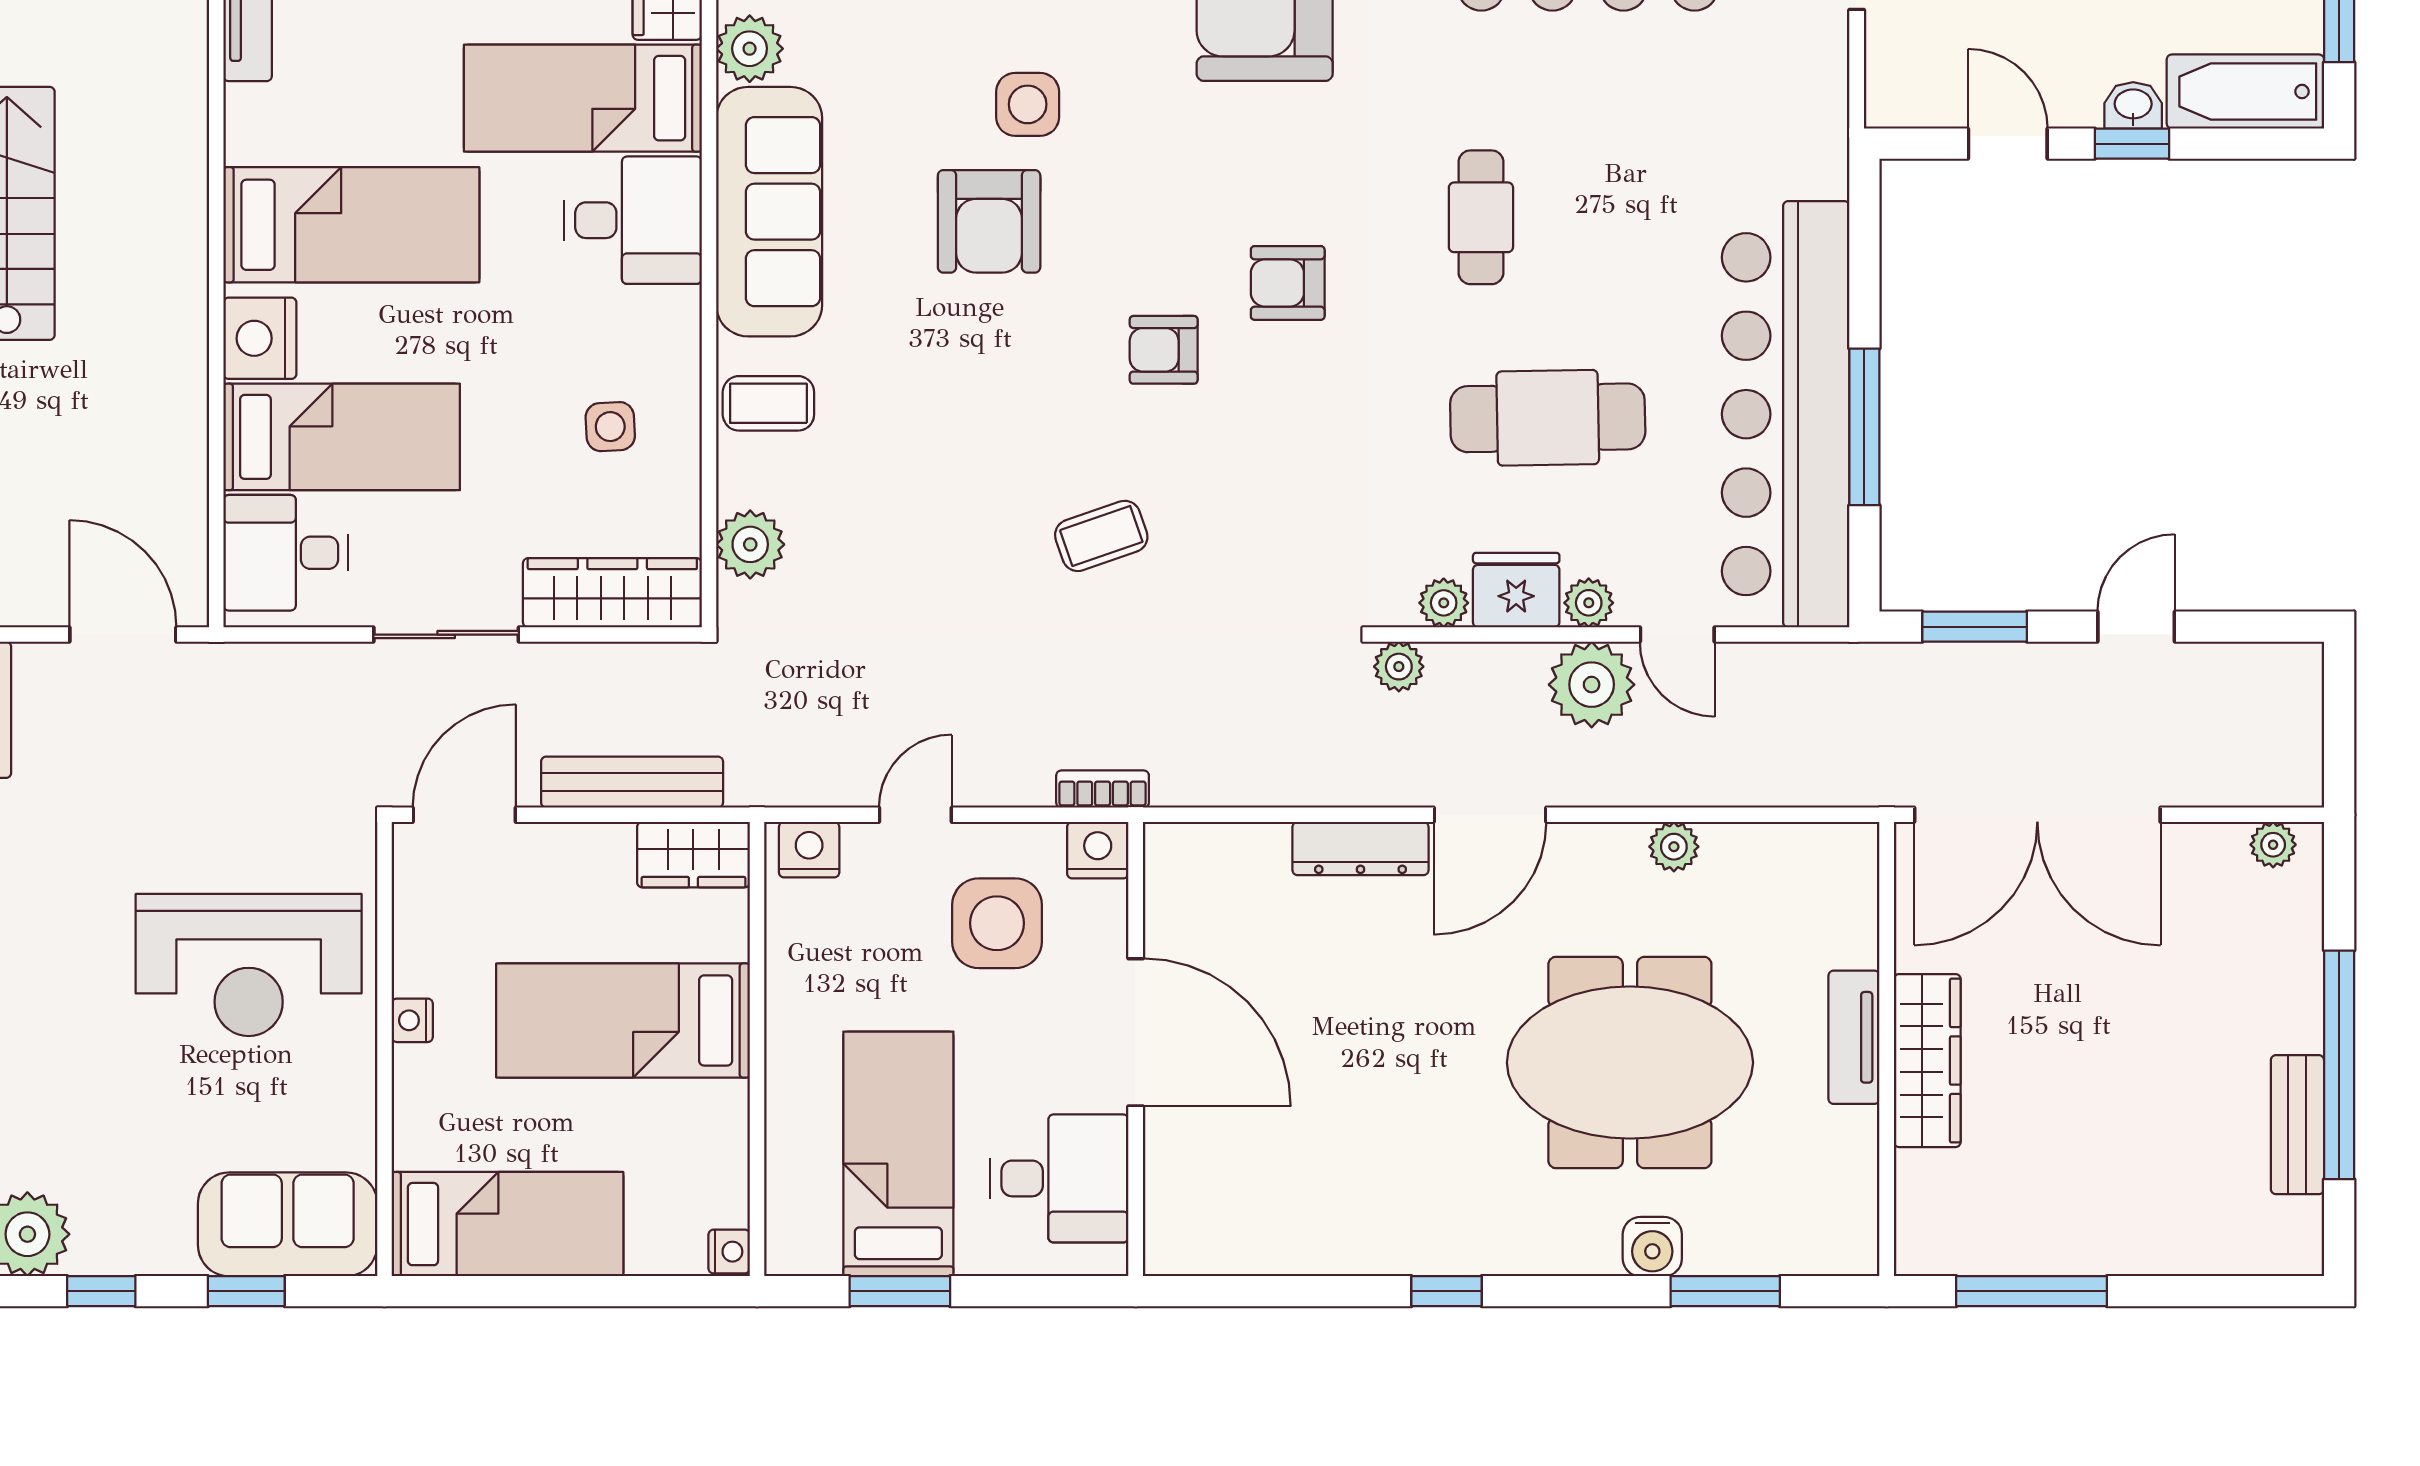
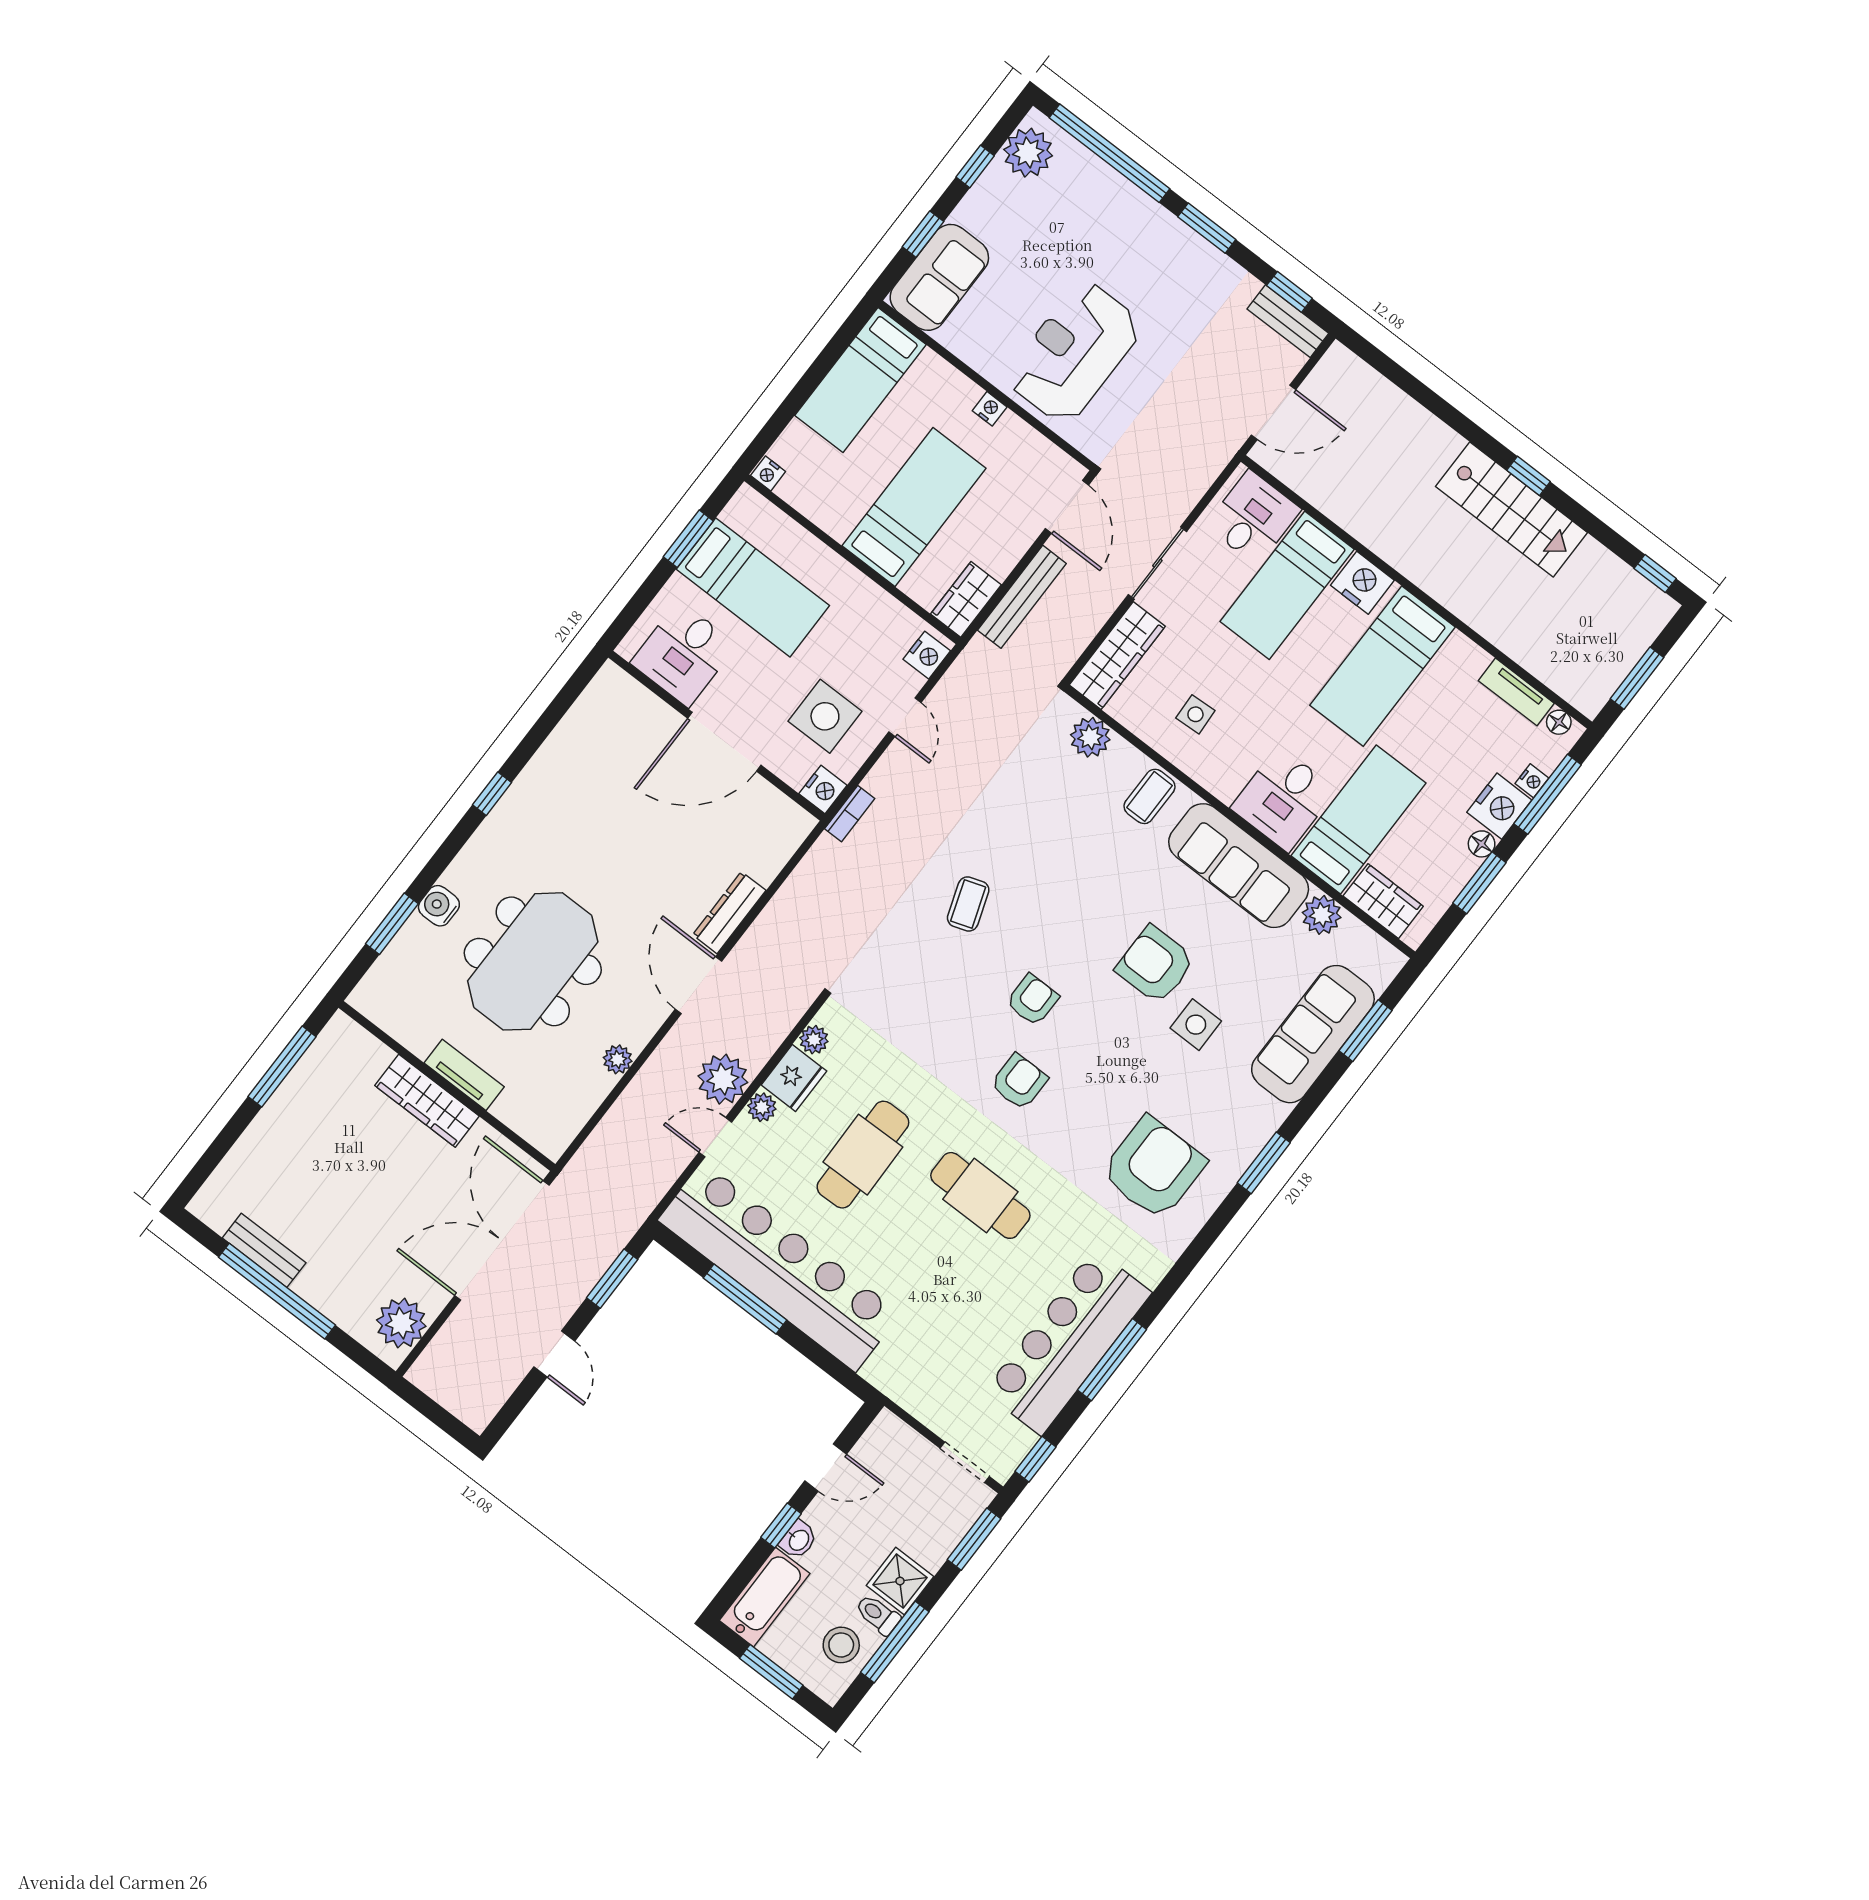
cafe table: (1481, 217) -> (980, 1195), width x1.37, depth x1.35
plant: (1399, 667) -> (800, 996), removed
plant: (2273, 845) -> (401, 1323), width x1.87, depth x1.87

